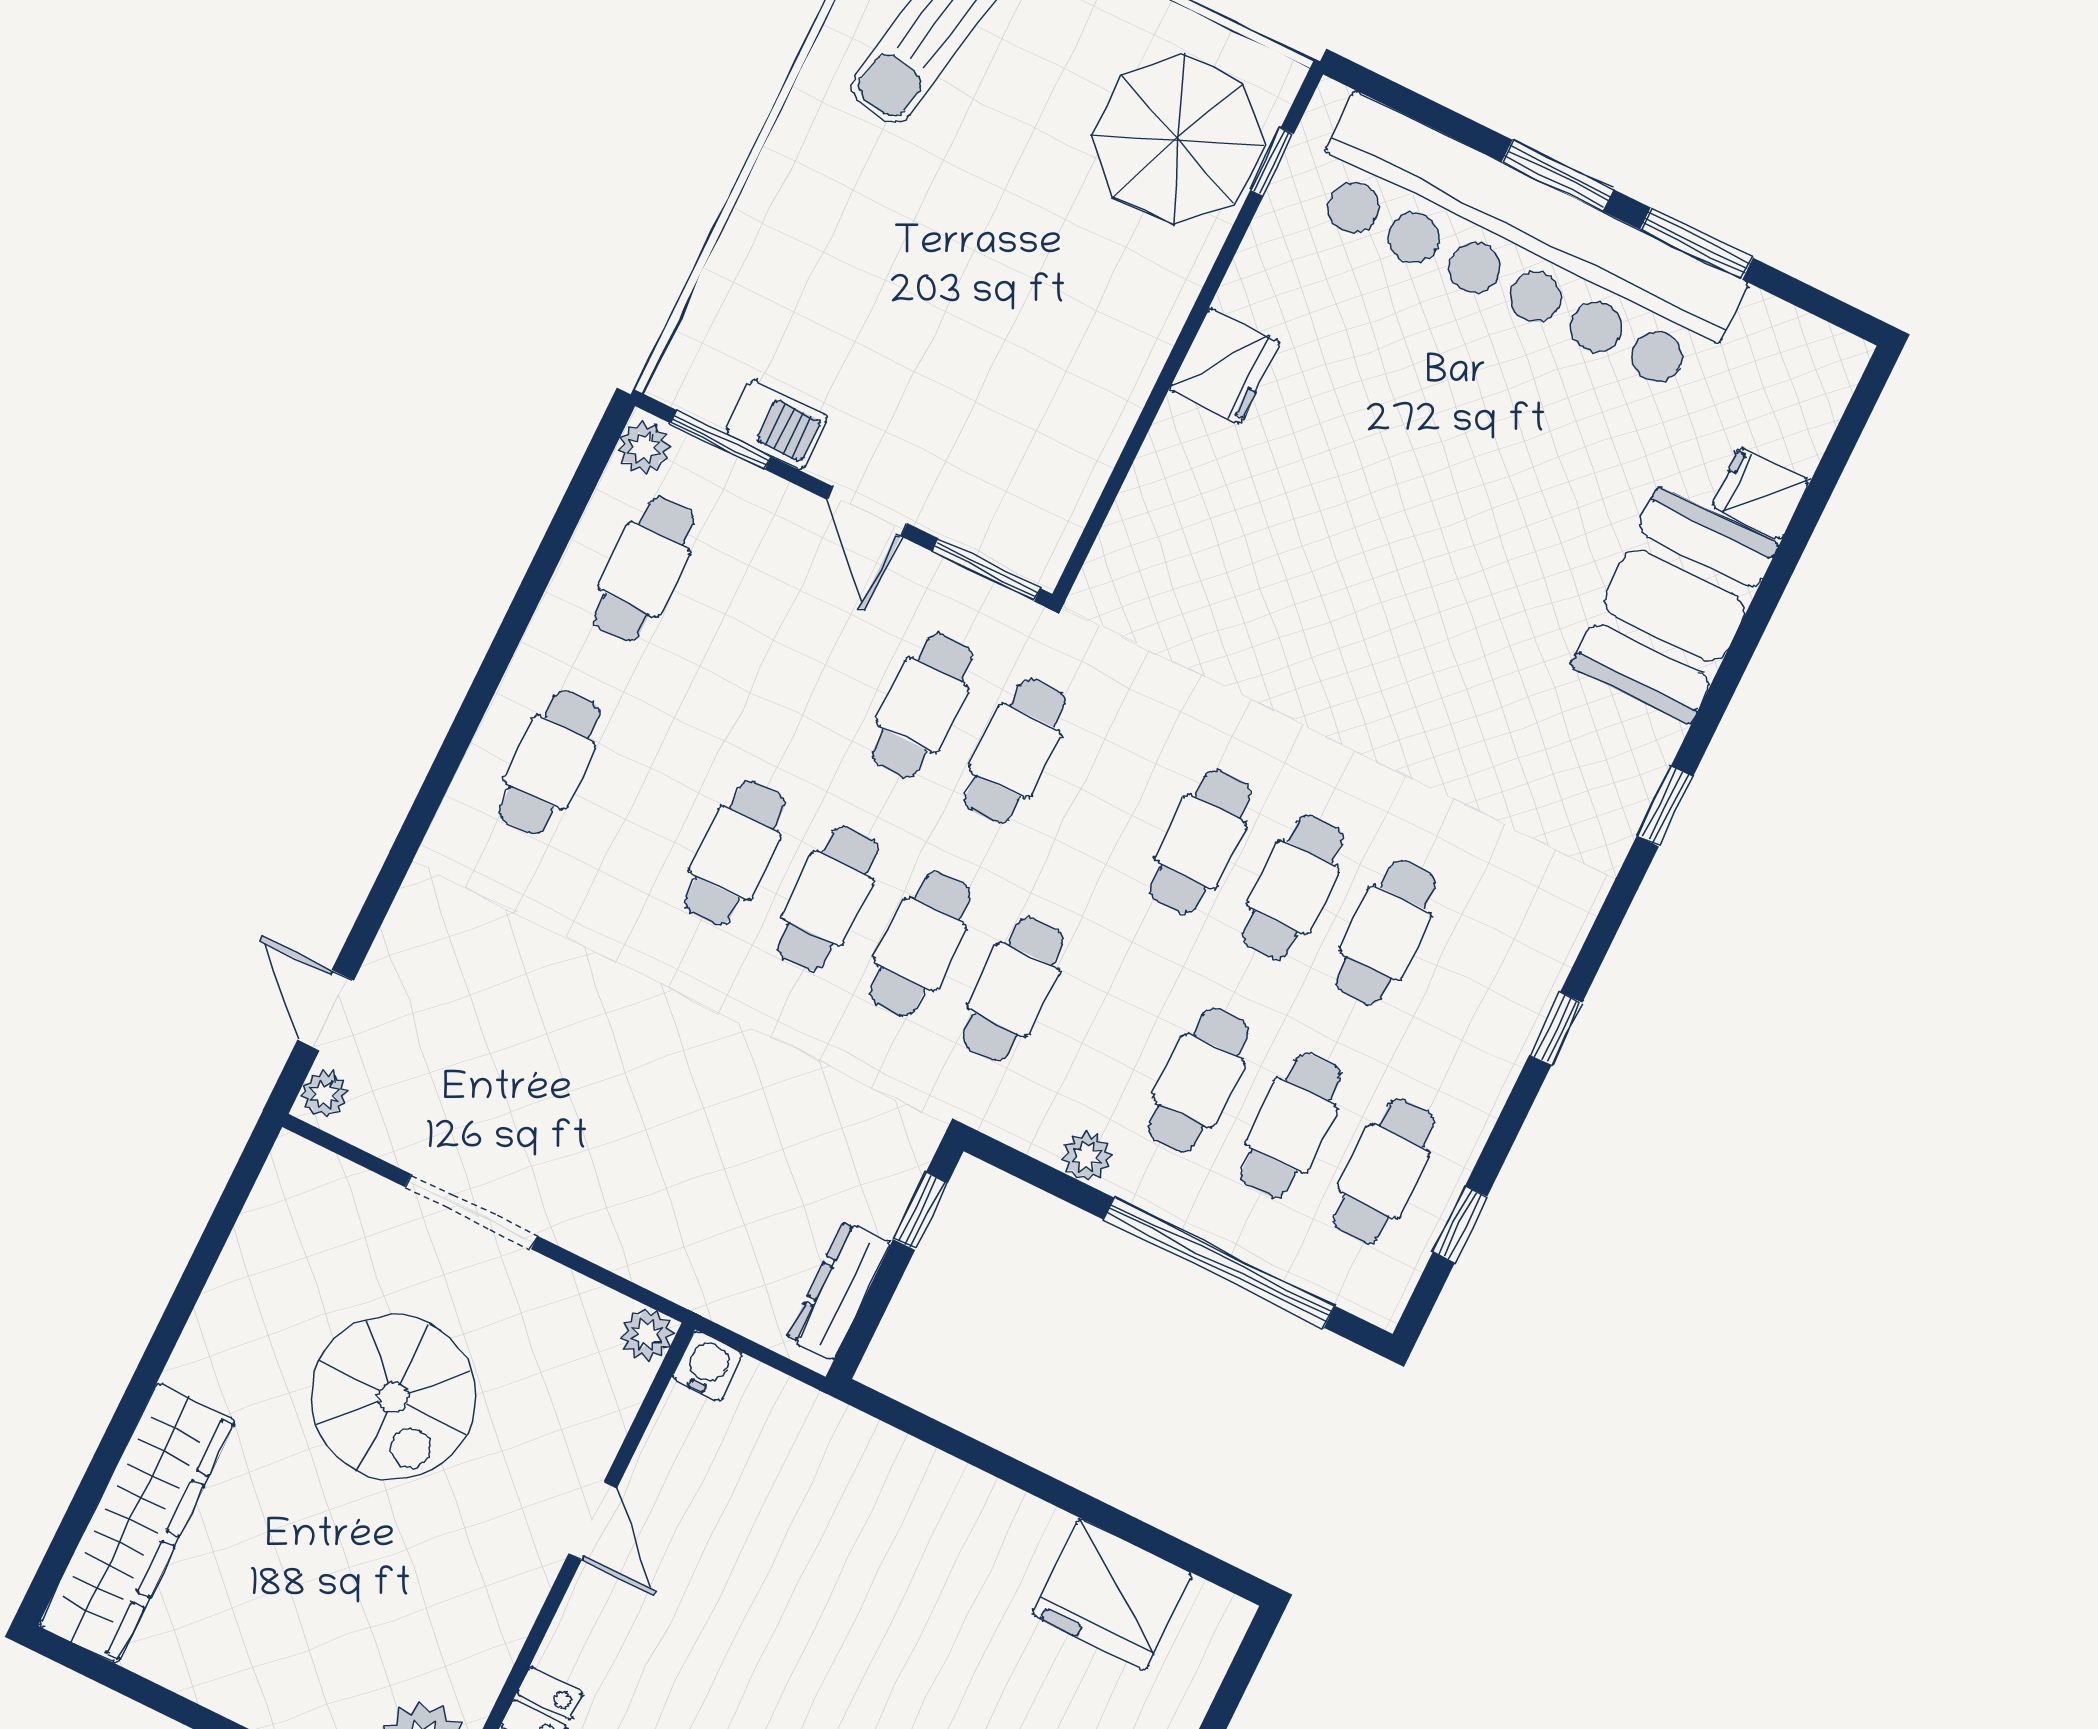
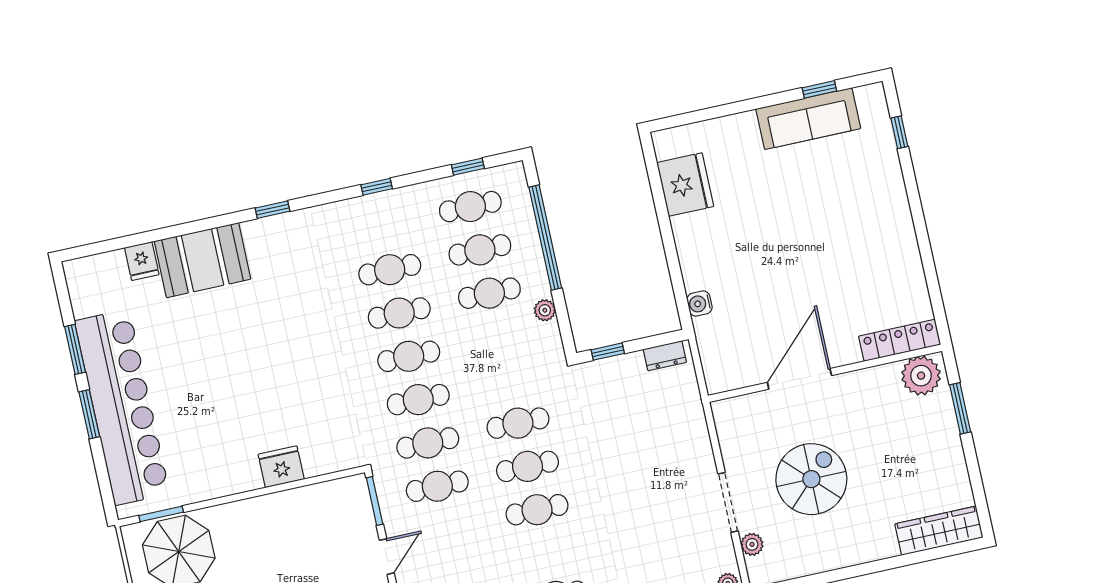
window: (1272, 162) -> (161, 514), width x1.50
fridge: (1225, 366) -> (281, 467), moved
cafe table: (1013, 989) -> (418, 400), moved
dresser: (839, 1291) -> (665, 356), width x0.70
plant: (647, 1335) -> (752, 544), moved
water cooler: (707, 1366) -> (699, 304), moved
door: (593, 1521) -> (799, 379), width x1.88
wardrobe: (137, 1523) -> (939, 531), width x0.71, depth x0.85

